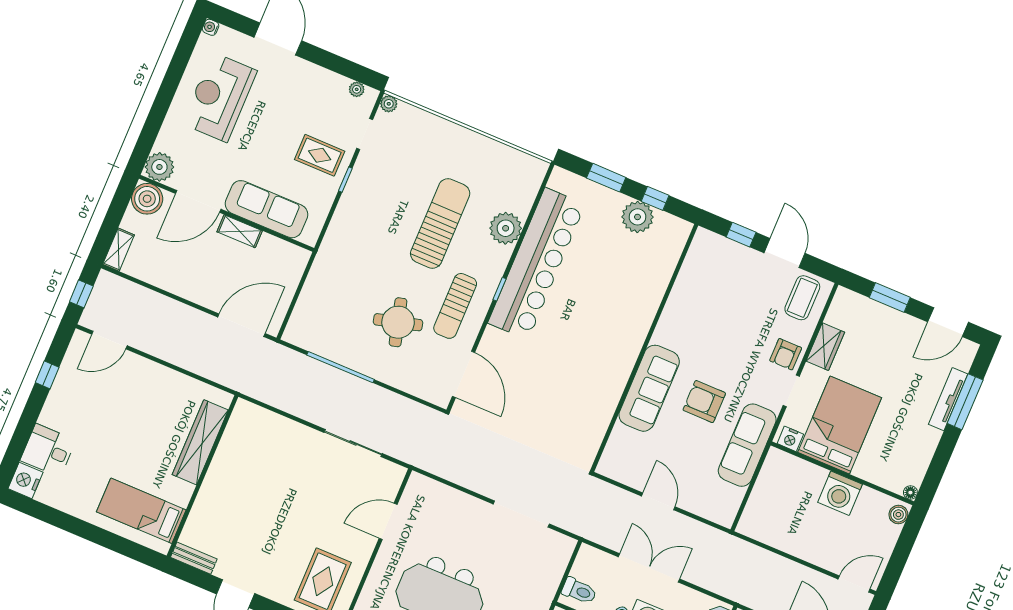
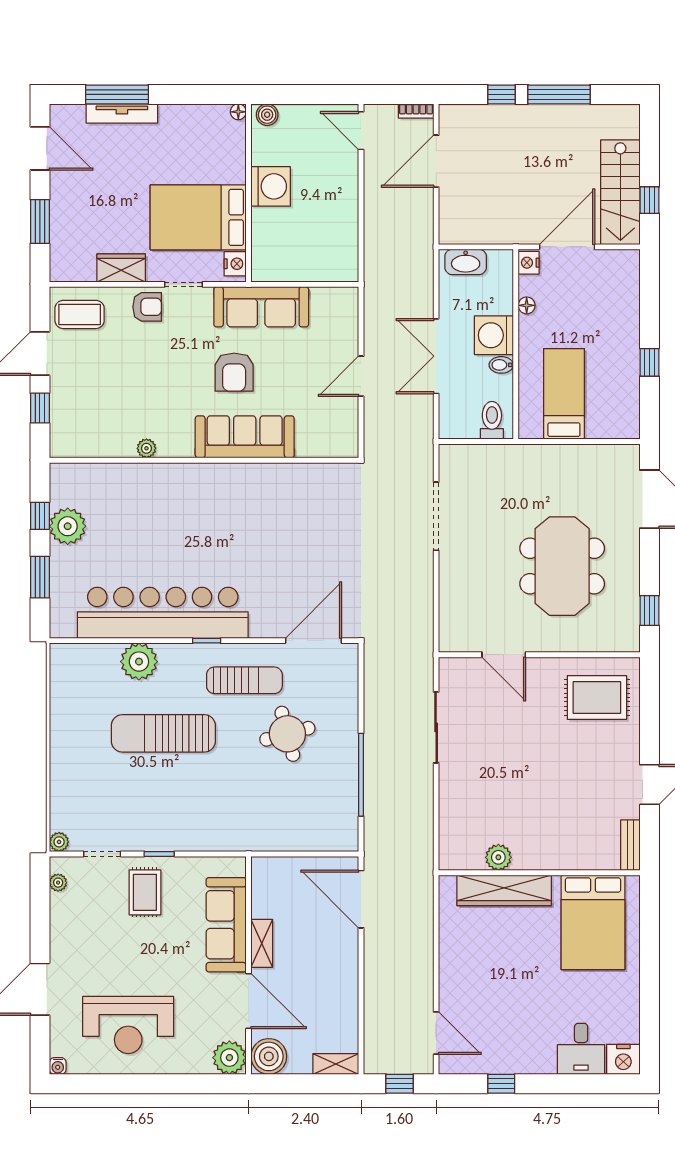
plant: (673, 306) -> (146, 448), added
plant: (229, 449) -> (498, 857), added
bed: (141, 511) -> (593, 922), width x1.50

